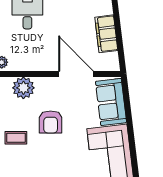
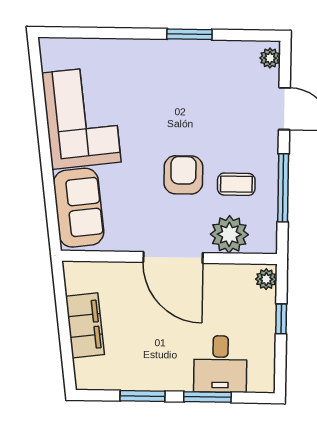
door: (76, 74) -> (173, 257), moved
coffee table: (16, 138) -> (236, 184), moved

